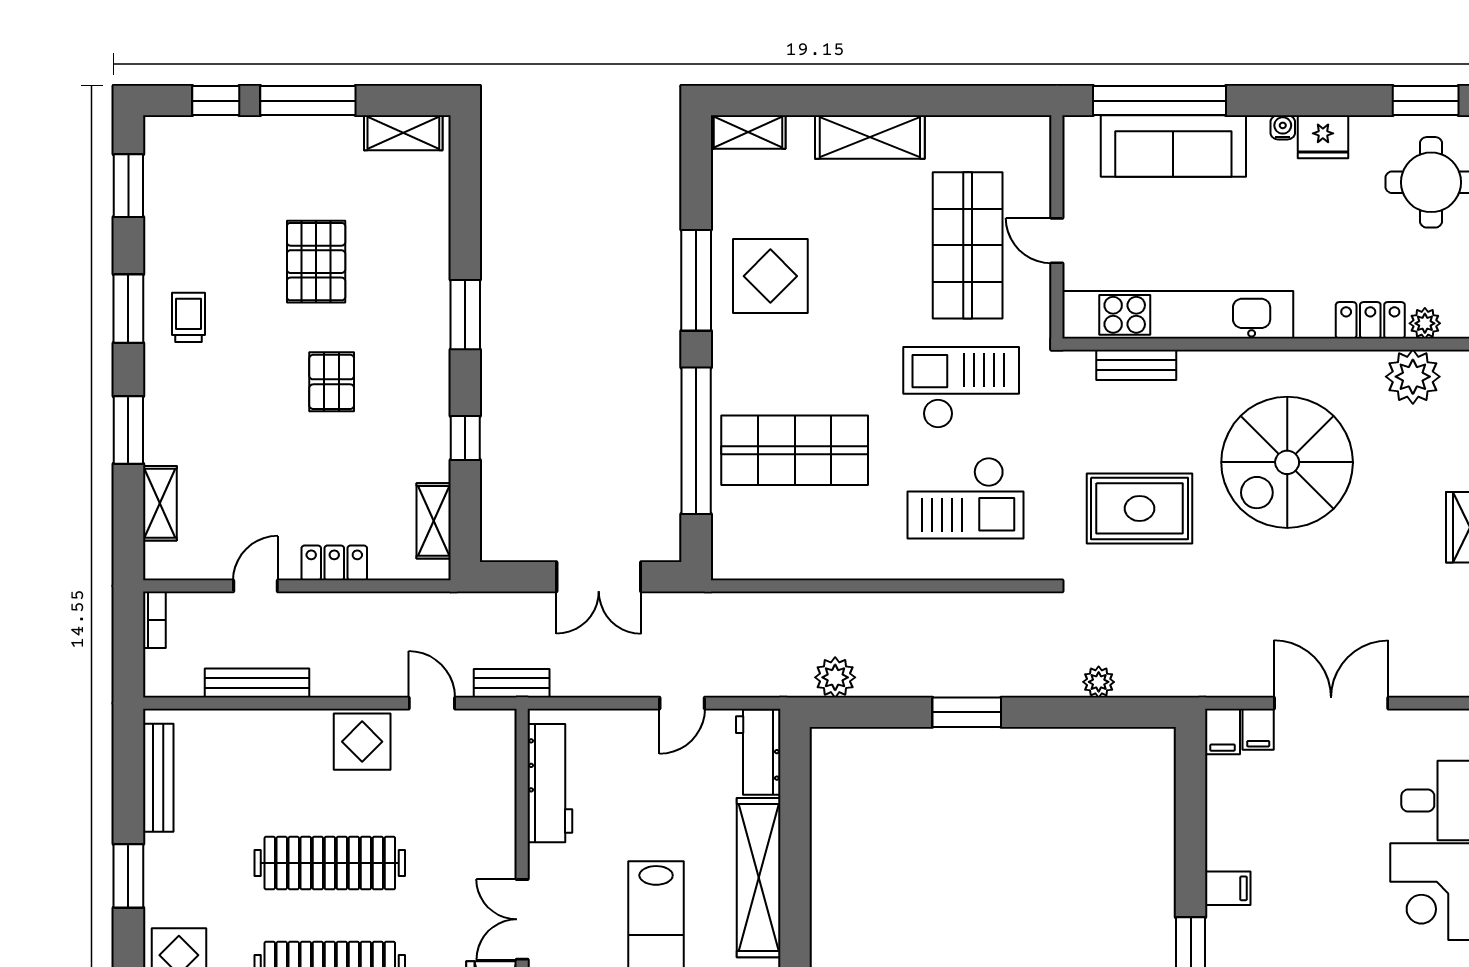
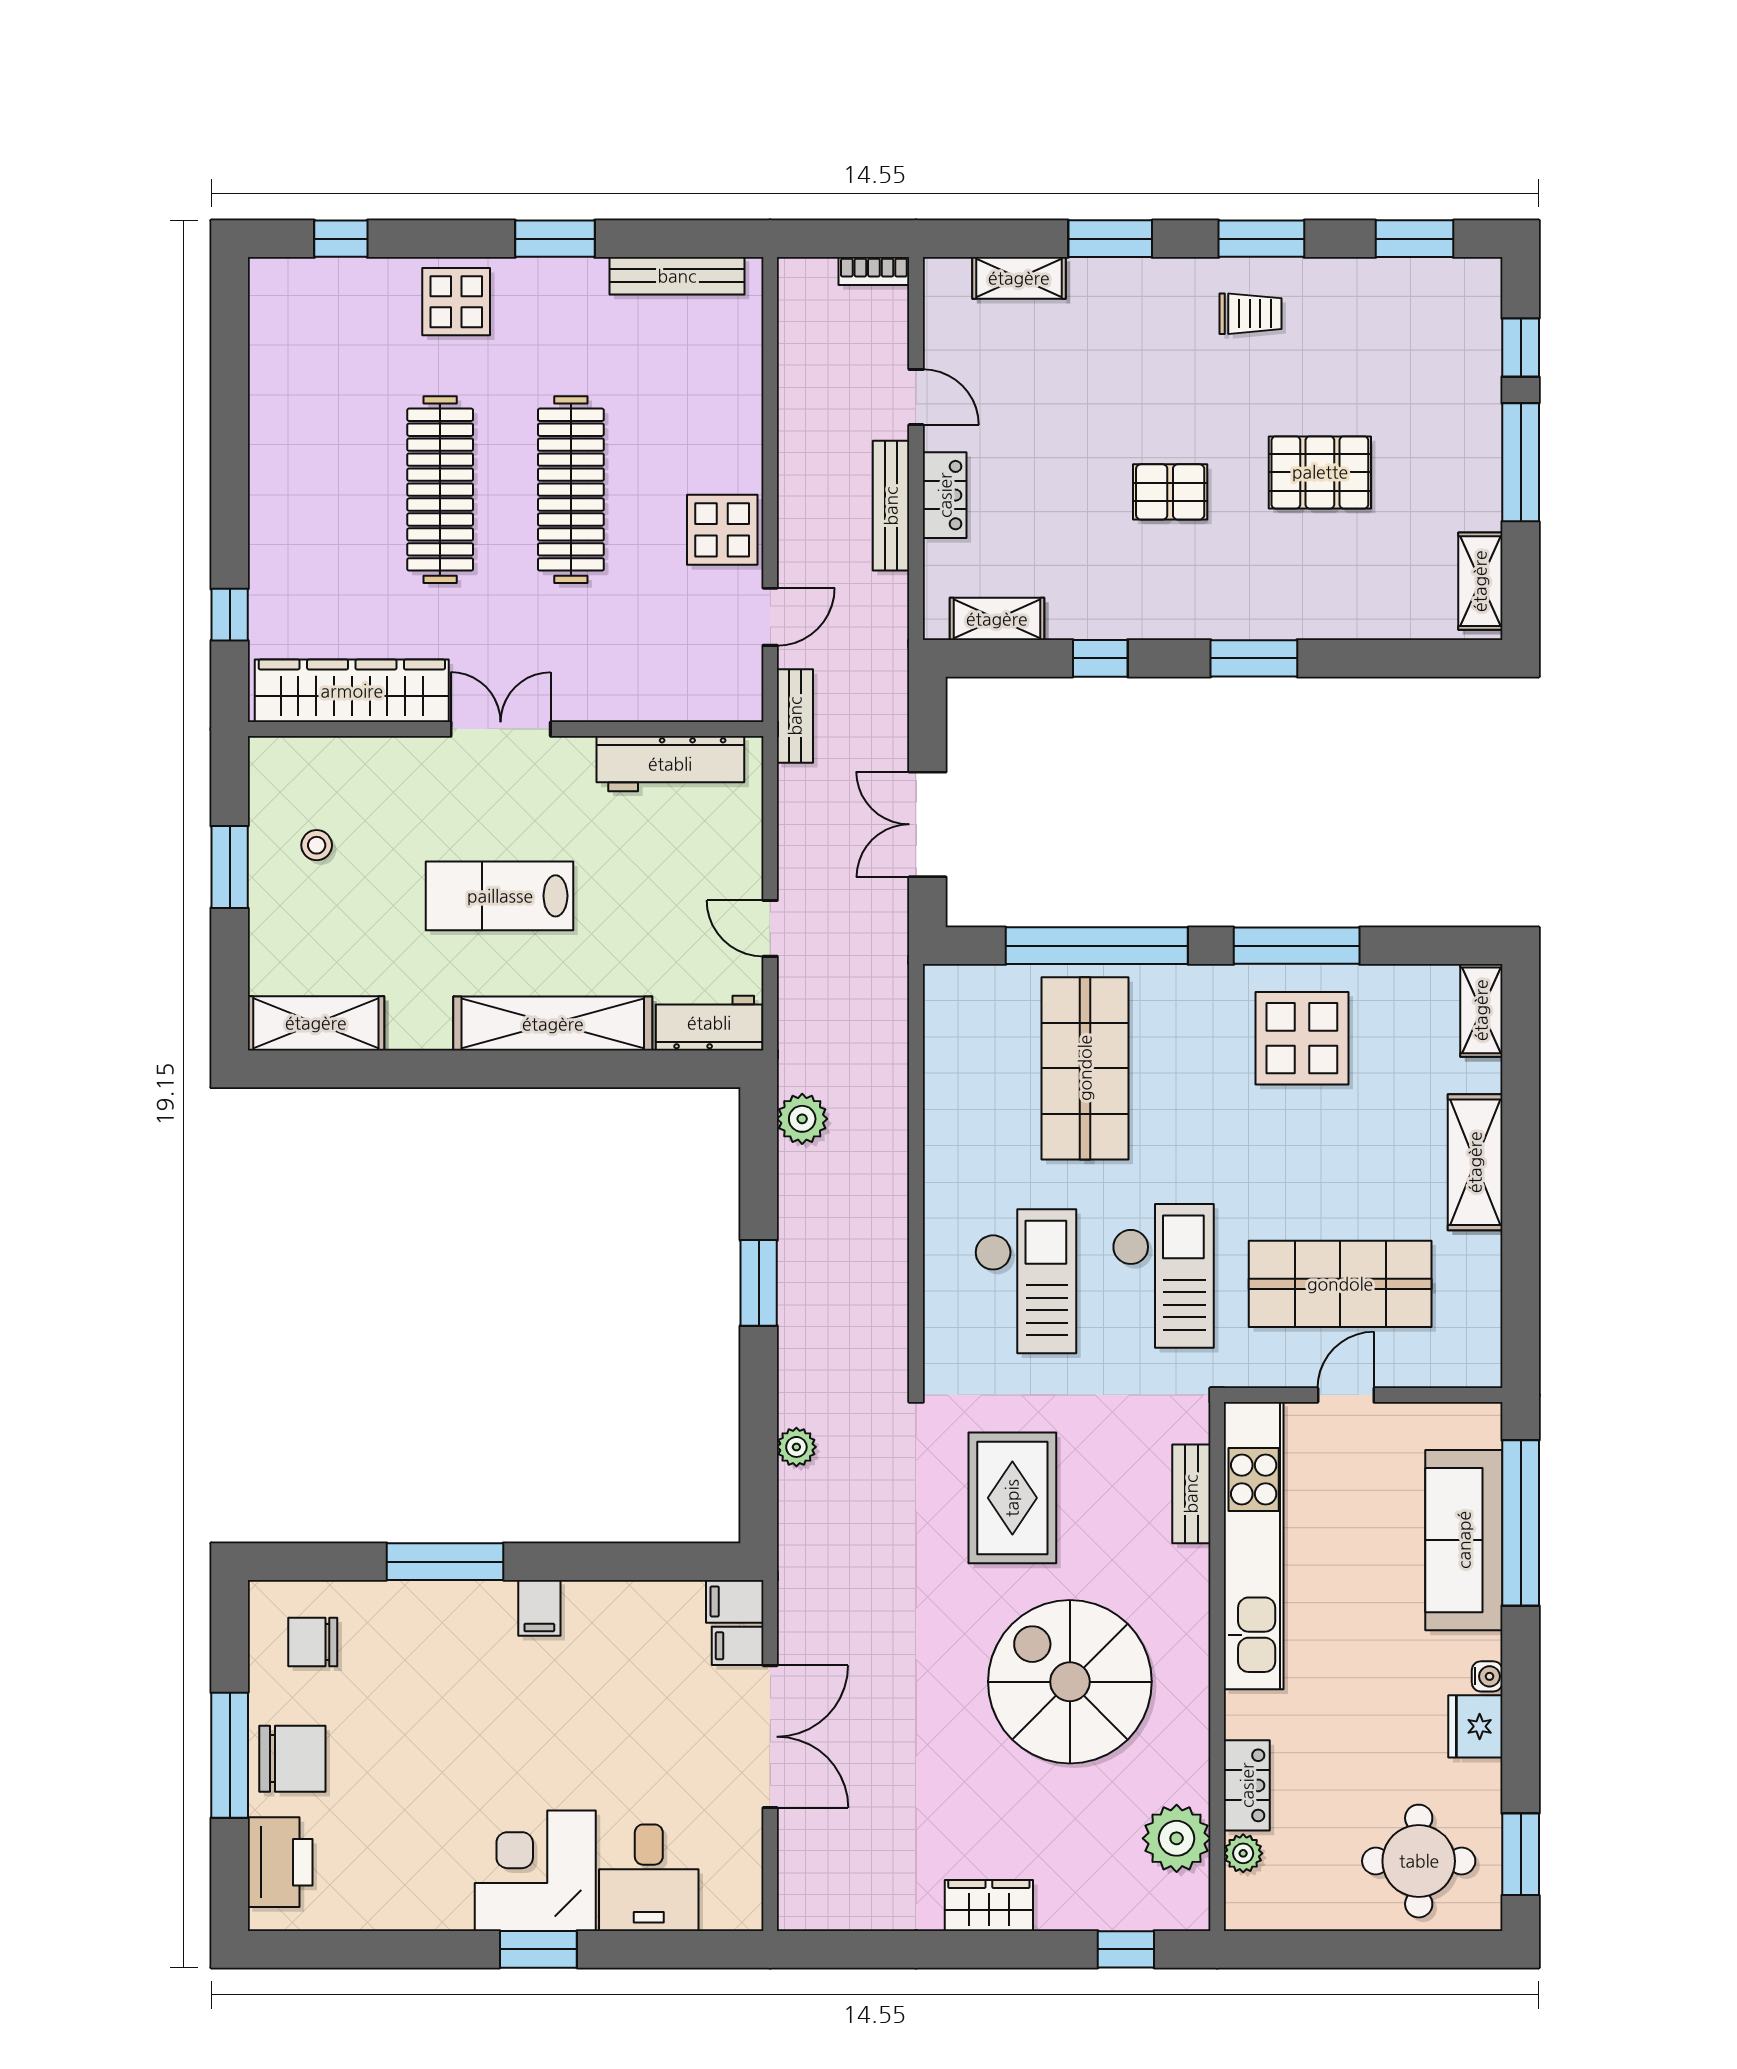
checkout: (966, 498) -> (1026, 1281), turned 180
bench: (257, 683) -> (891, 506), moved

